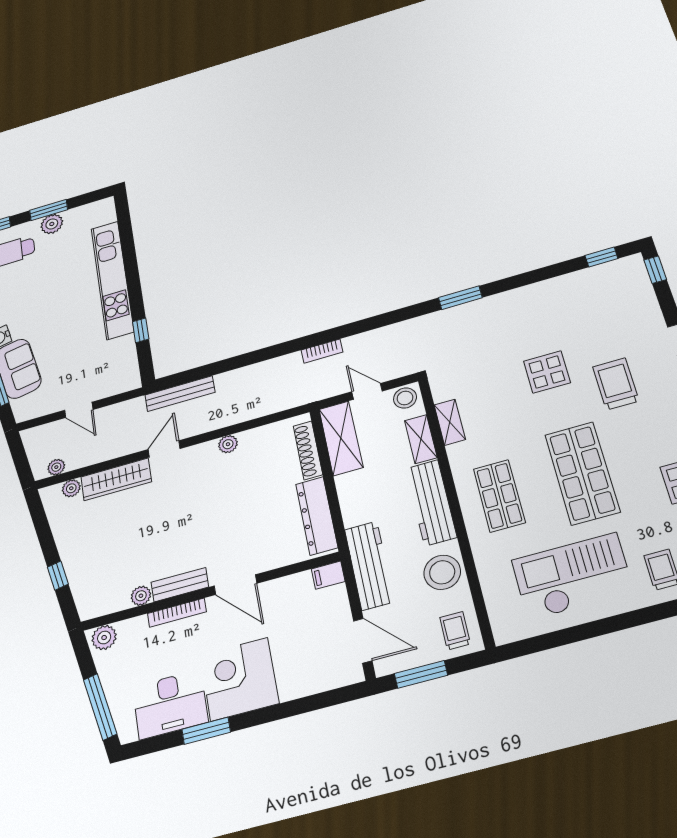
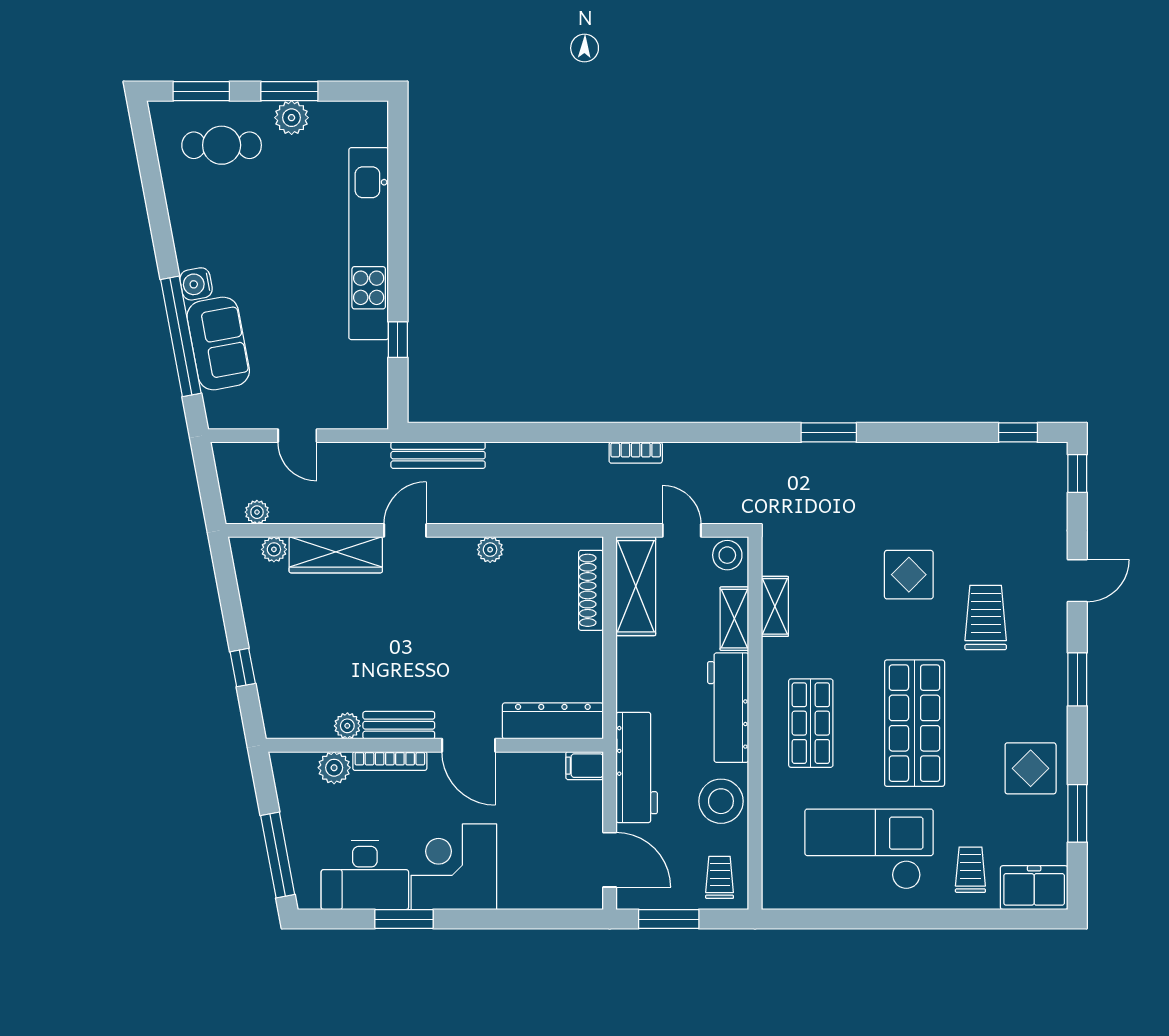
dresser: (317, 516) -> (553, 721), moved, turned 90
plant: (104, 638) -> (334, 768), moved

